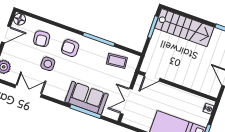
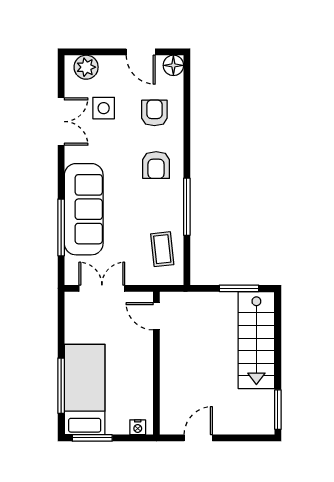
armchair: (42, 39) -> (154, 113), turned 96
armchair: (70, 48) -> (156, 165), turned 180
side table: (48, 64) -> (104, 108), moved
sofa: (87, 98) -> (84, 209), width x1.36

